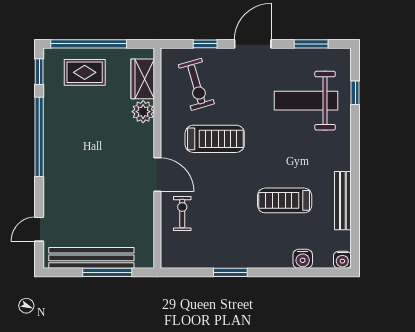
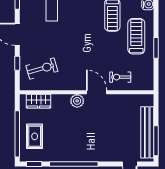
plant: (143, 112) -> (77, 101), moved
treadmill: (215, 139) -> (136, 36), moved
door: (157, 174) -> (97, 92), hinge flipped
window: (107, 272) -> (156, 141), moved

